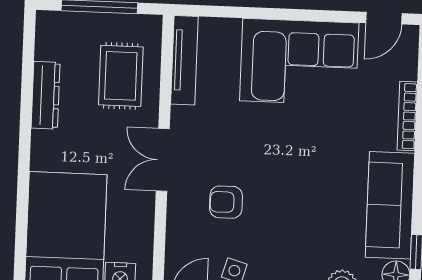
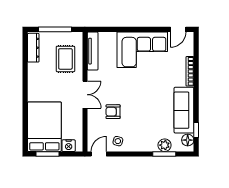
dresser: (46, 95) -> (33, 48), moved
double door: (163, 160) -> (85, 95), swing flipped

